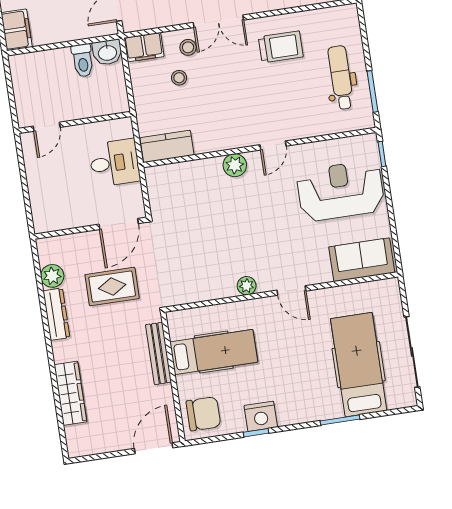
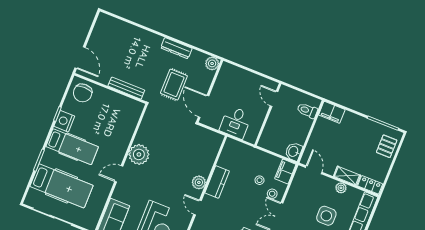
toilet: (83, 60) -> (307, 111), moved
kitchen counter: (167, 146) -> (217, 182), moved
plant: (52, 276) -> (212, 63), moved
plant: (247, 286) -> (139, 154), width x1.87, depth x1.87
hospital bed: (214, 352) -> (72, 147), moved, turned -90
wardrobe: (70, 393) -> (132, 32), removed

